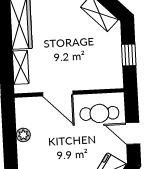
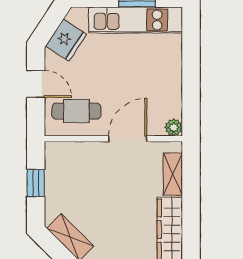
door: (58, 93) -> (128, 139), hinge flipped
plant: (23, 135) -> (174, 127), moved

